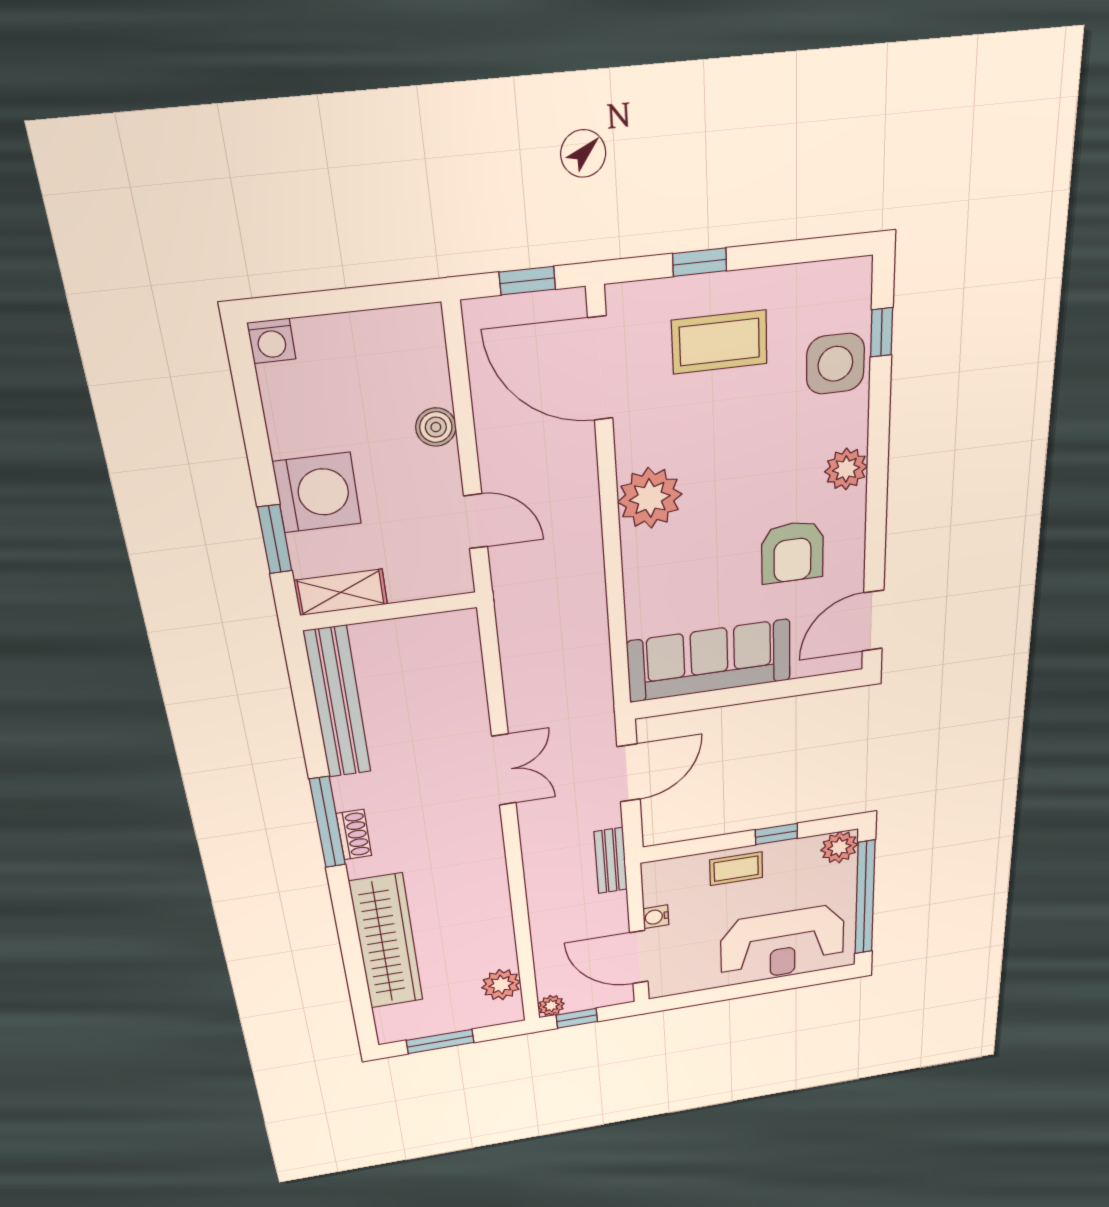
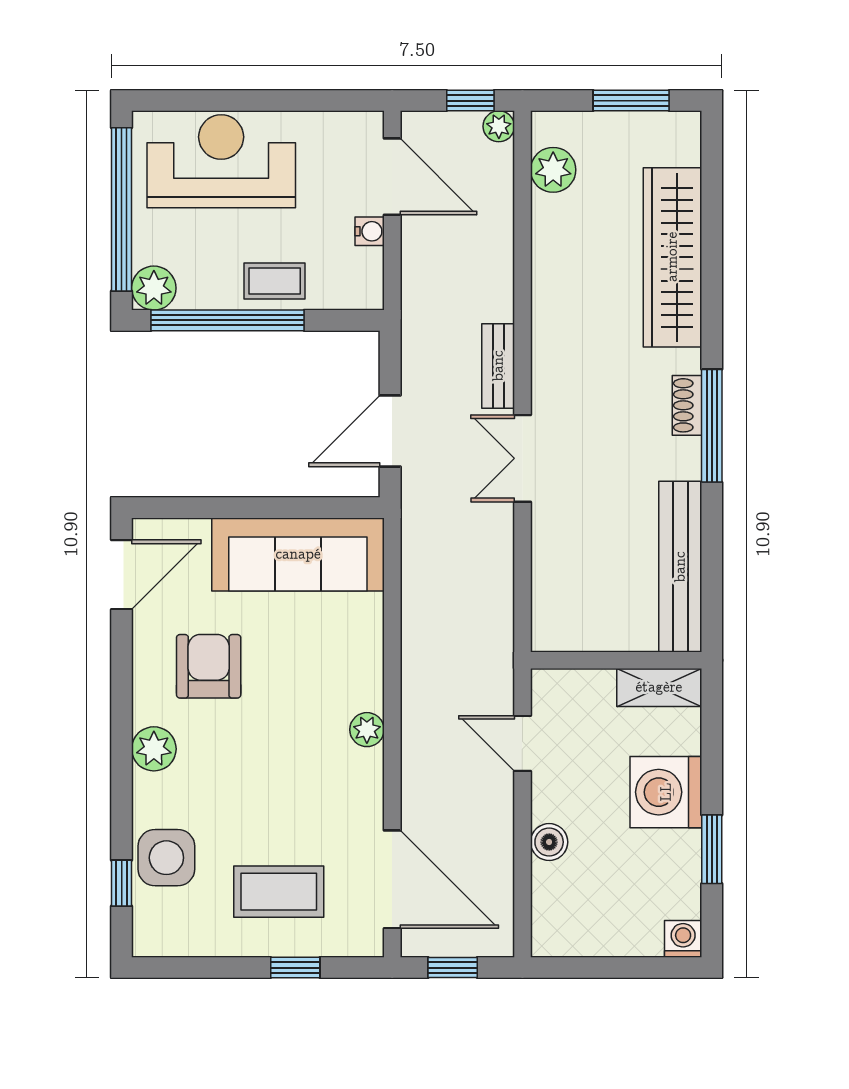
plant: (650, 498) -> (367, 730), width x0.53, depth x0.53
window: (275, 539) -> (712, 849), moved
window: (776, 834) -> (227, 320), width x3.17
bench: (611, 861) -> (498, 366), moved

